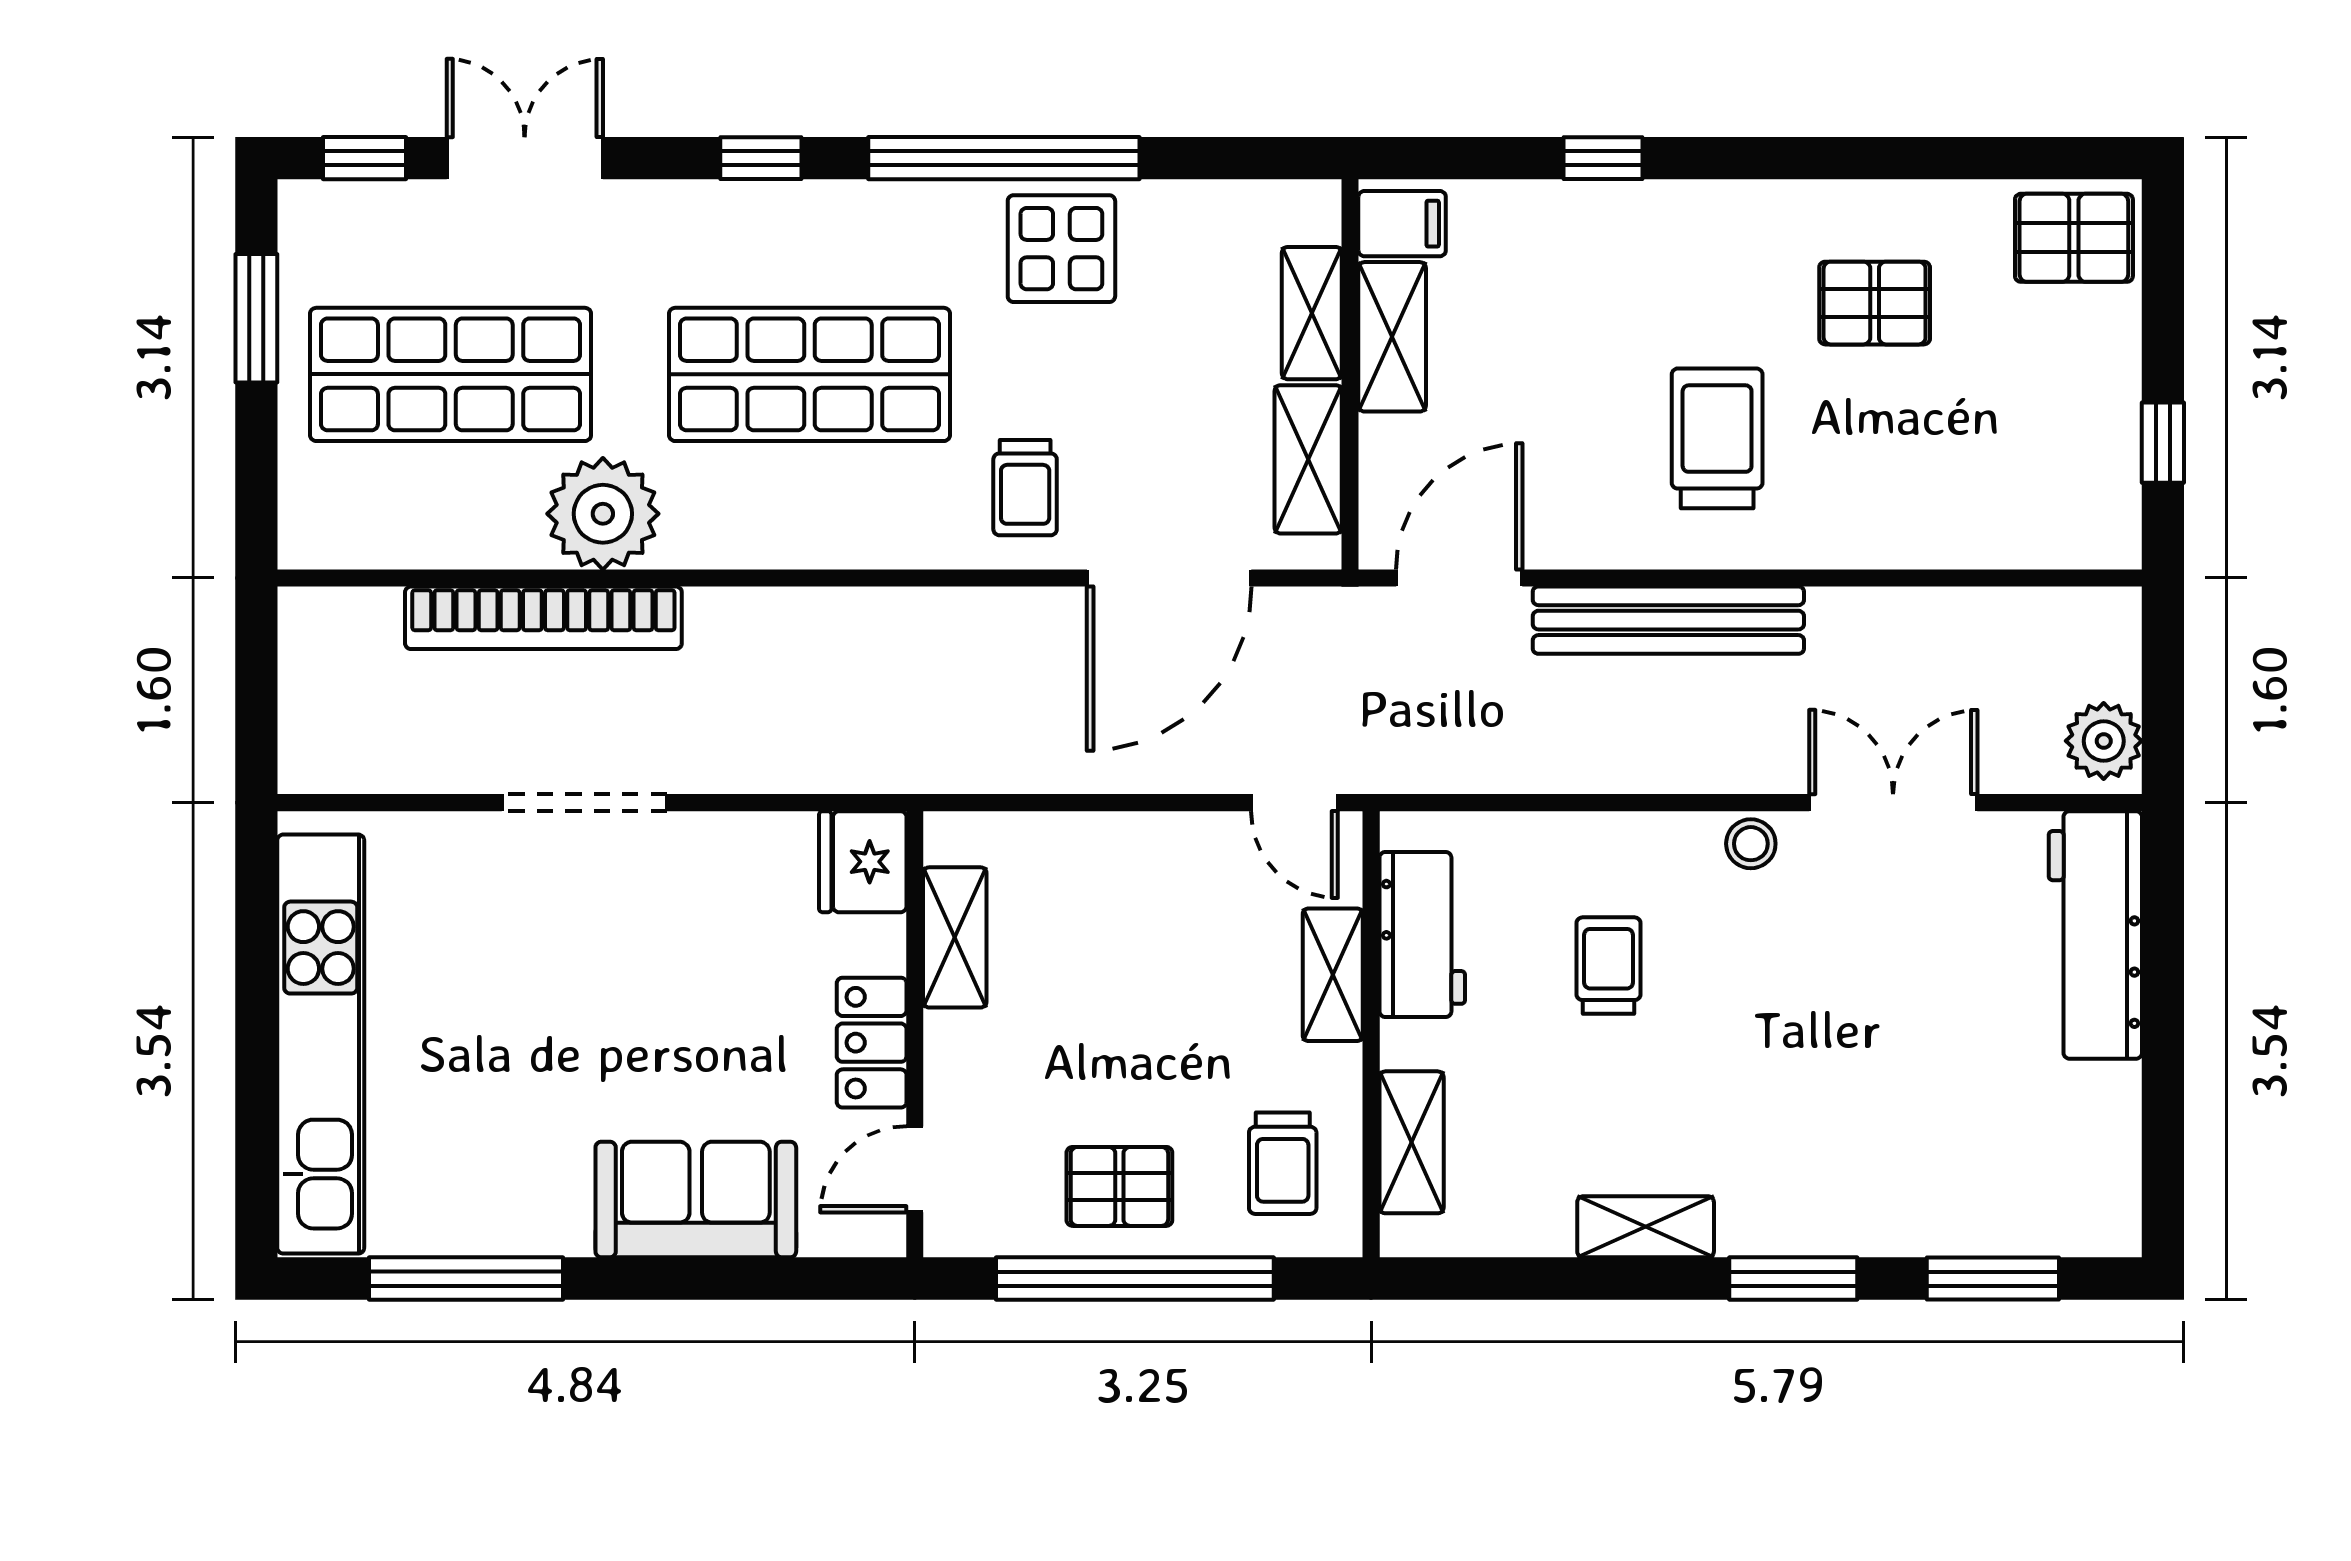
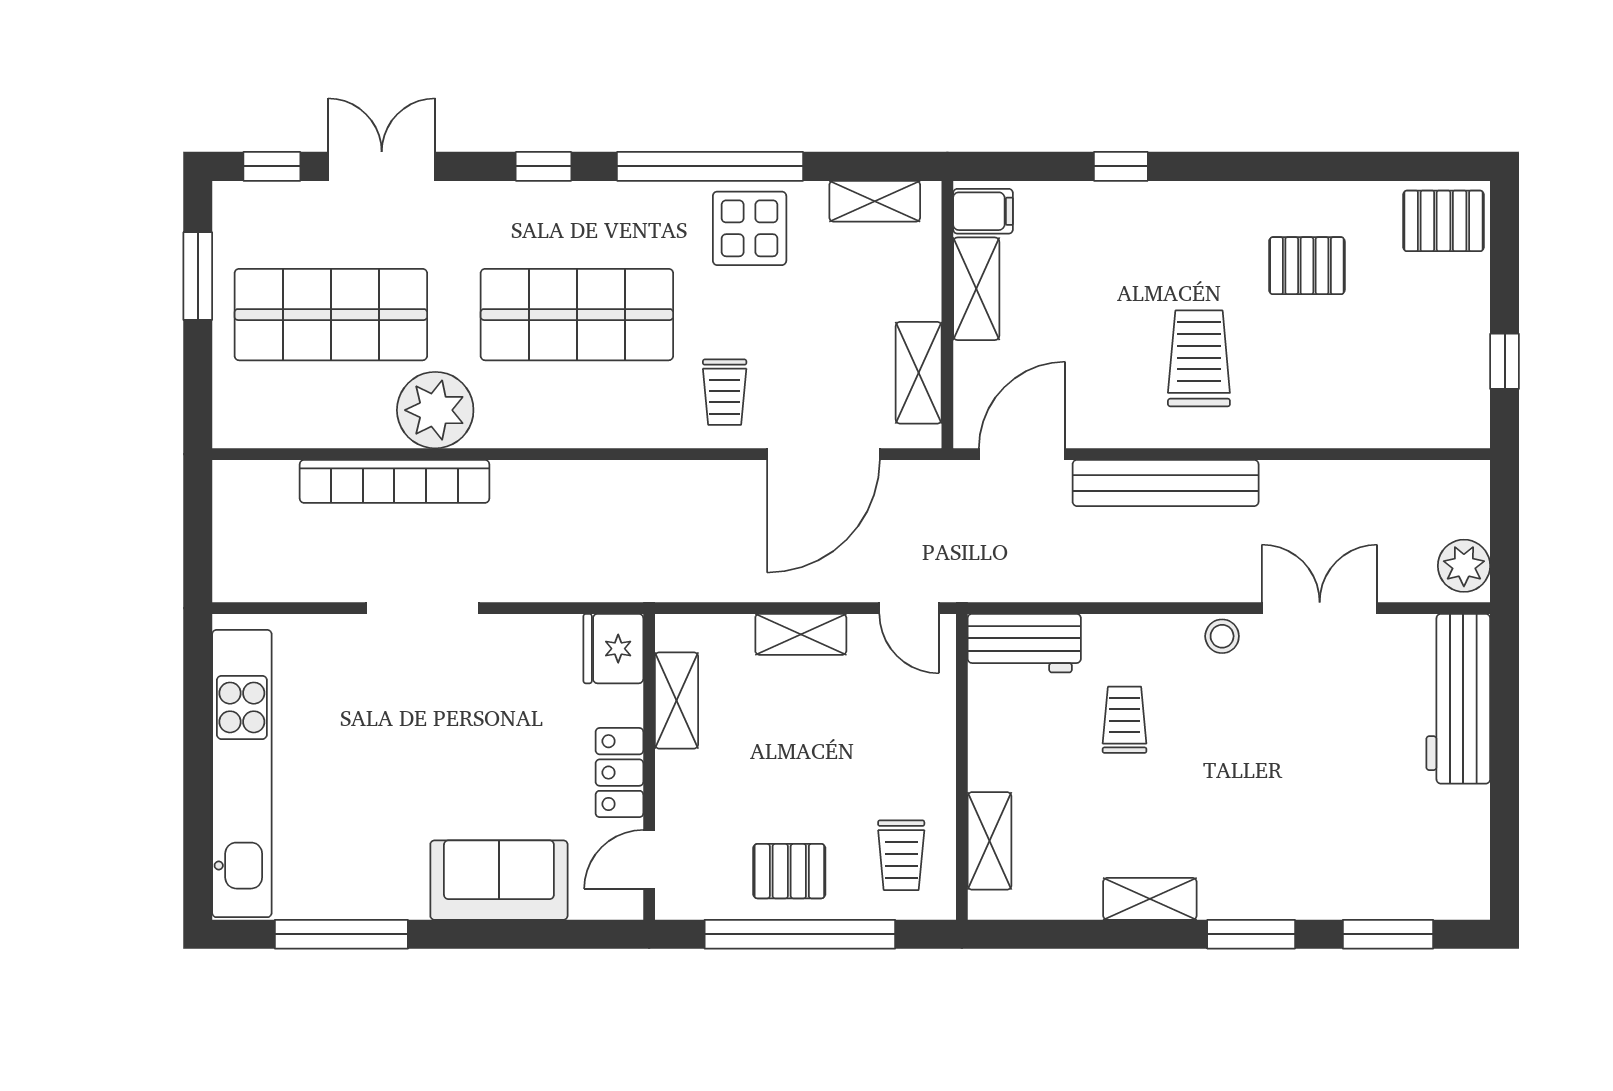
shelving: (1312, 313) -> (875, 201), moved, turned 90
workbench: (1422, 935) -> (1024, 643), moved, turned 90
shelving: (1333, 975) -> (801, 634), moved, turned 90

